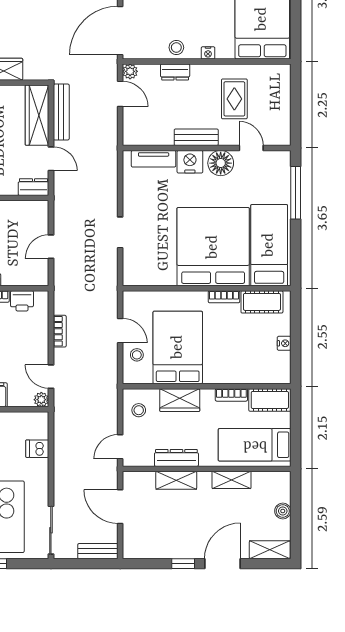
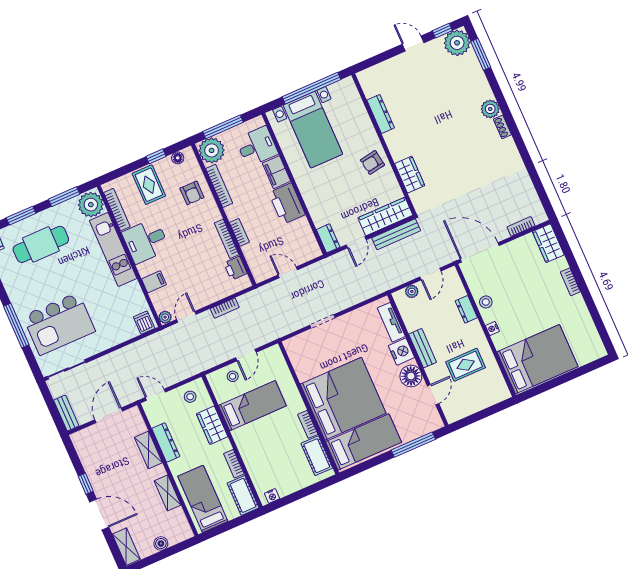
plant: (130, 71) -> (412, 291), moved
nightstand: (284, 343) -> (272, 496), moved
bed: (178, 347) -> (252, 406), width x0.67
dishwasher: (37, 449) -> (144, 323), moved

